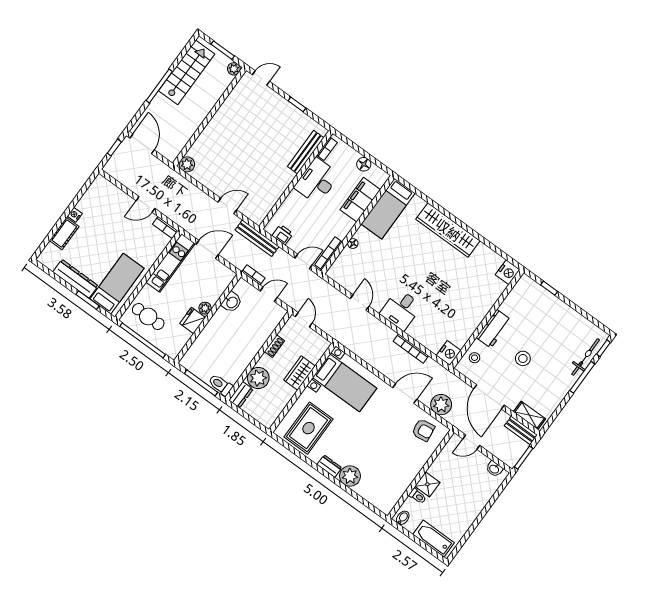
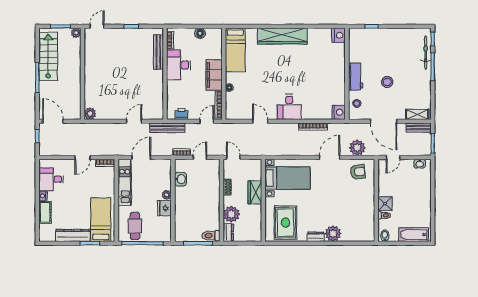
filing cabinet: (360, 200) -> (214, 75), moved
desk: (96, 204) -> (51, 179), added
cafe table: (148, 317) -> (135, 226), turned 90

